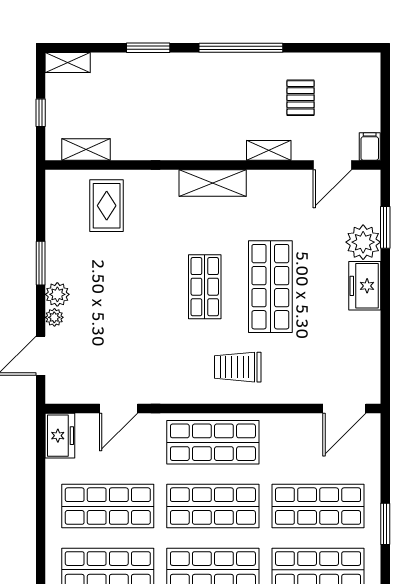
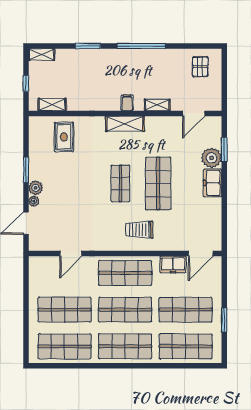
pallet: (301, 98) -> (200, 67), moved
filing cabinet: (370, 147) -> (127, 103), moved
freezer: (60, 436) -> (173, 265), moved, turned 90

